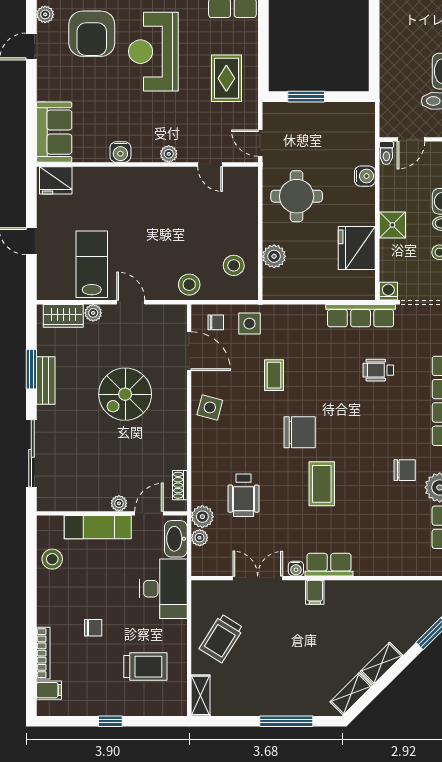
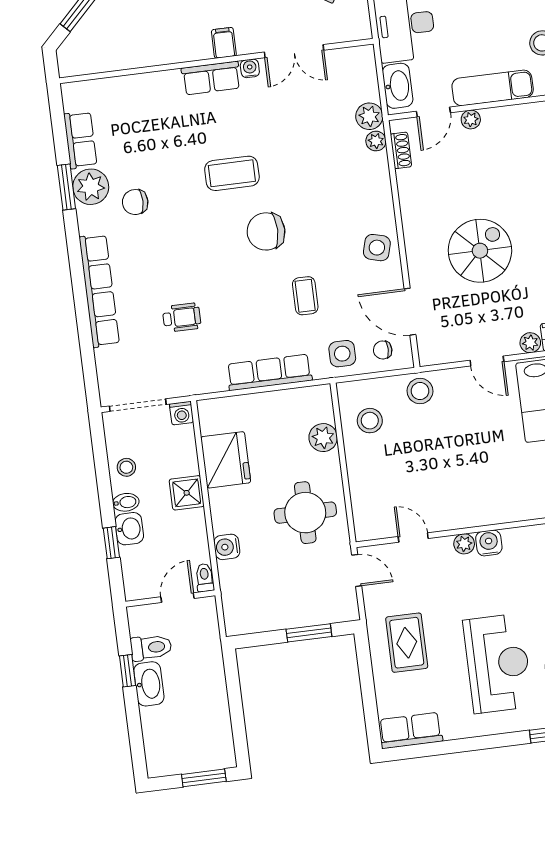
water cooler: (120, 152) -> (489, 543), moved
row of seats: (361, 316) -> (269, 372), moved
coffee table: (322, 484) -> (232, 173), turned 90
wheelchair: (243, 495) -> (324, 148), removed
plant: (200, 538) -> (376, 141), moved

